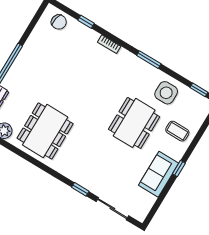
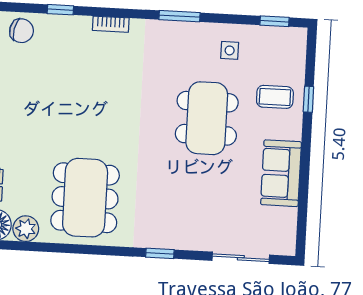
side table: (166, 93) -> (230, 50), width x0.54, depth x0.54
window: (179, 169) -> (308, 99), moved
window: (80, 189) -> (160, 253), moved

